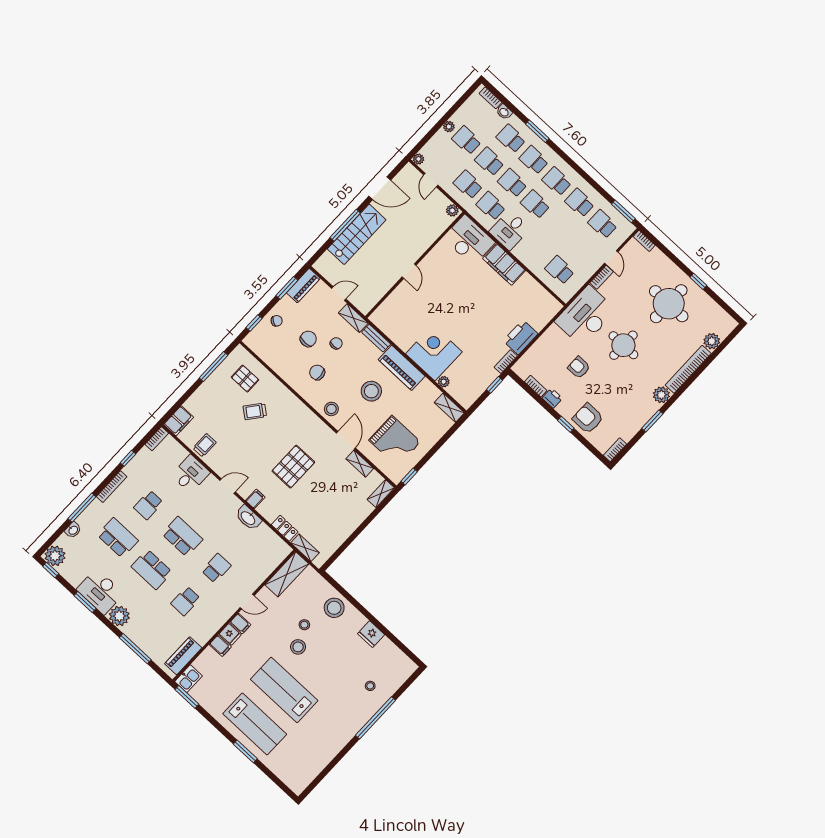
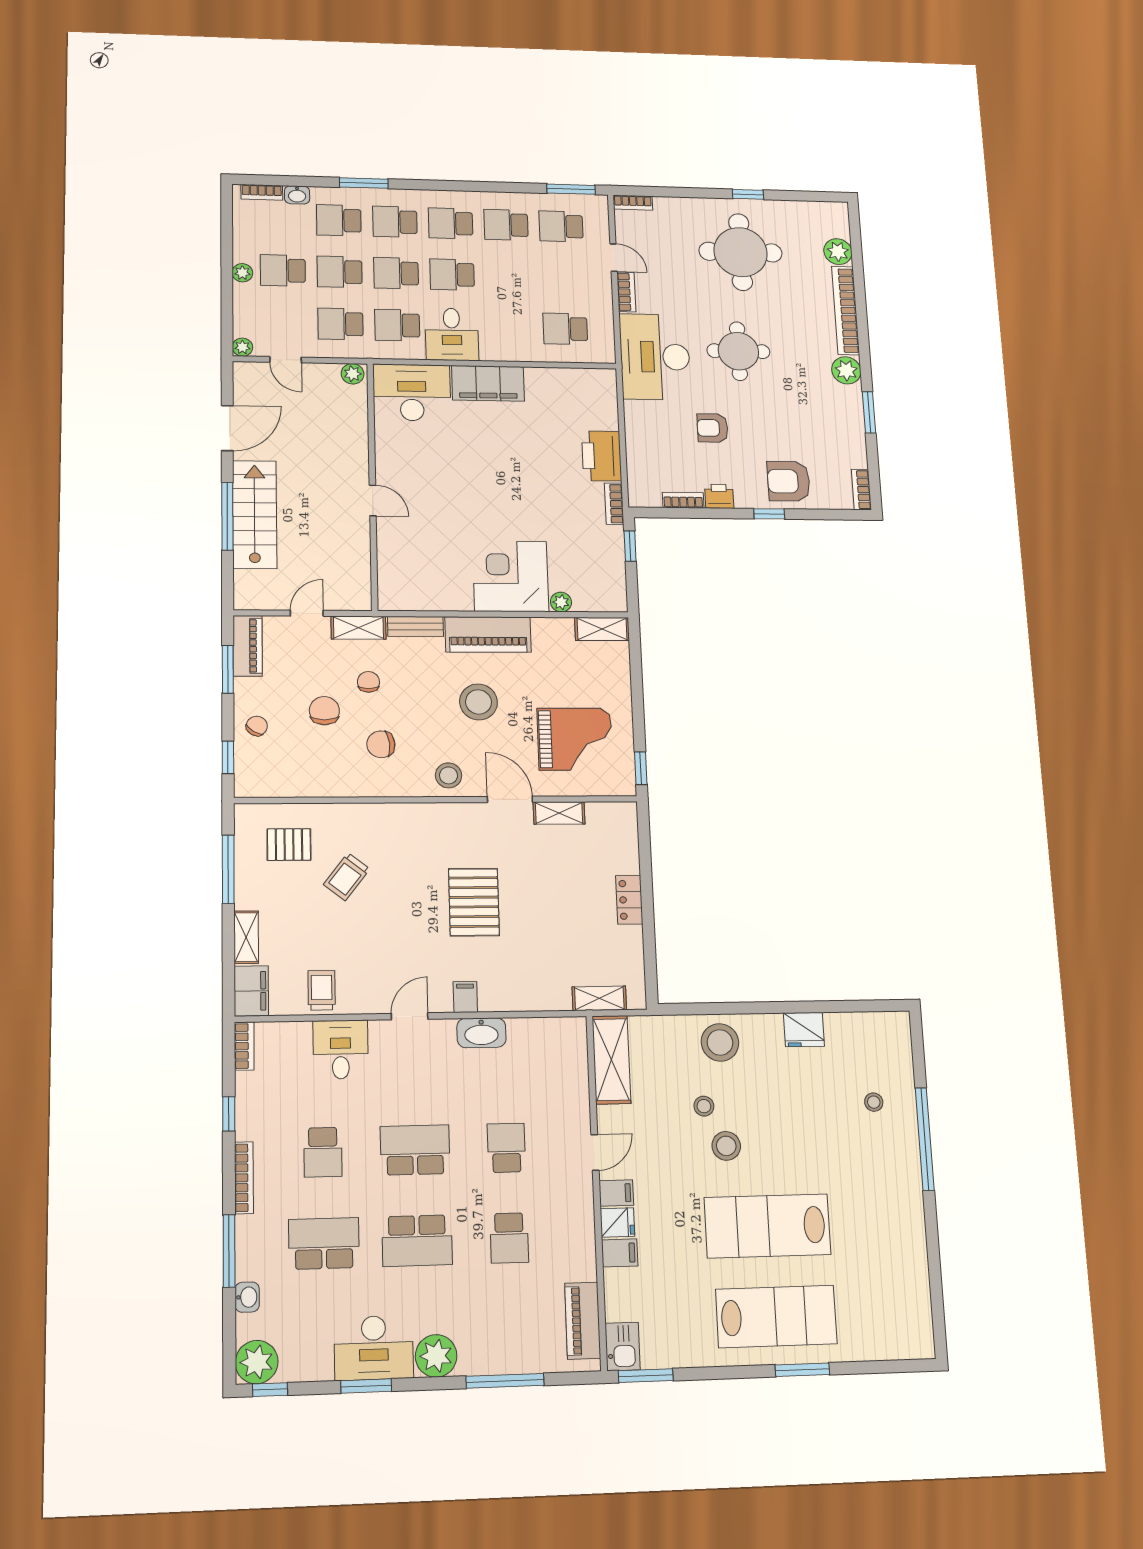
shelving: (381, 494) -> (246, 937), moved
locker: (285, 528) -> (629, 900), moved, turned -90

